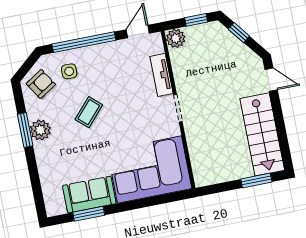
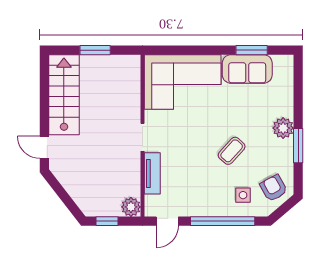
window: (239, 33) -> (67, 200), removed
armchair: (41, 84) -> (274, 188), turned 93
plant: (40, 130) -> (283, 128), moved
window: (256, 181) -> (95, 50), moved

